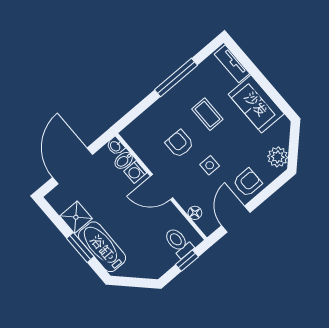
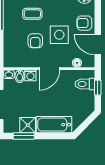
armchair: (179, 144) -> (35, 41), turned -90
side table: (210, 165) -> (59, 35), width x1.87, depth x1.87
armchair: (247, 183) -> (84, 23), turned -90
window: (80, 247) -> (24, 136), moved

